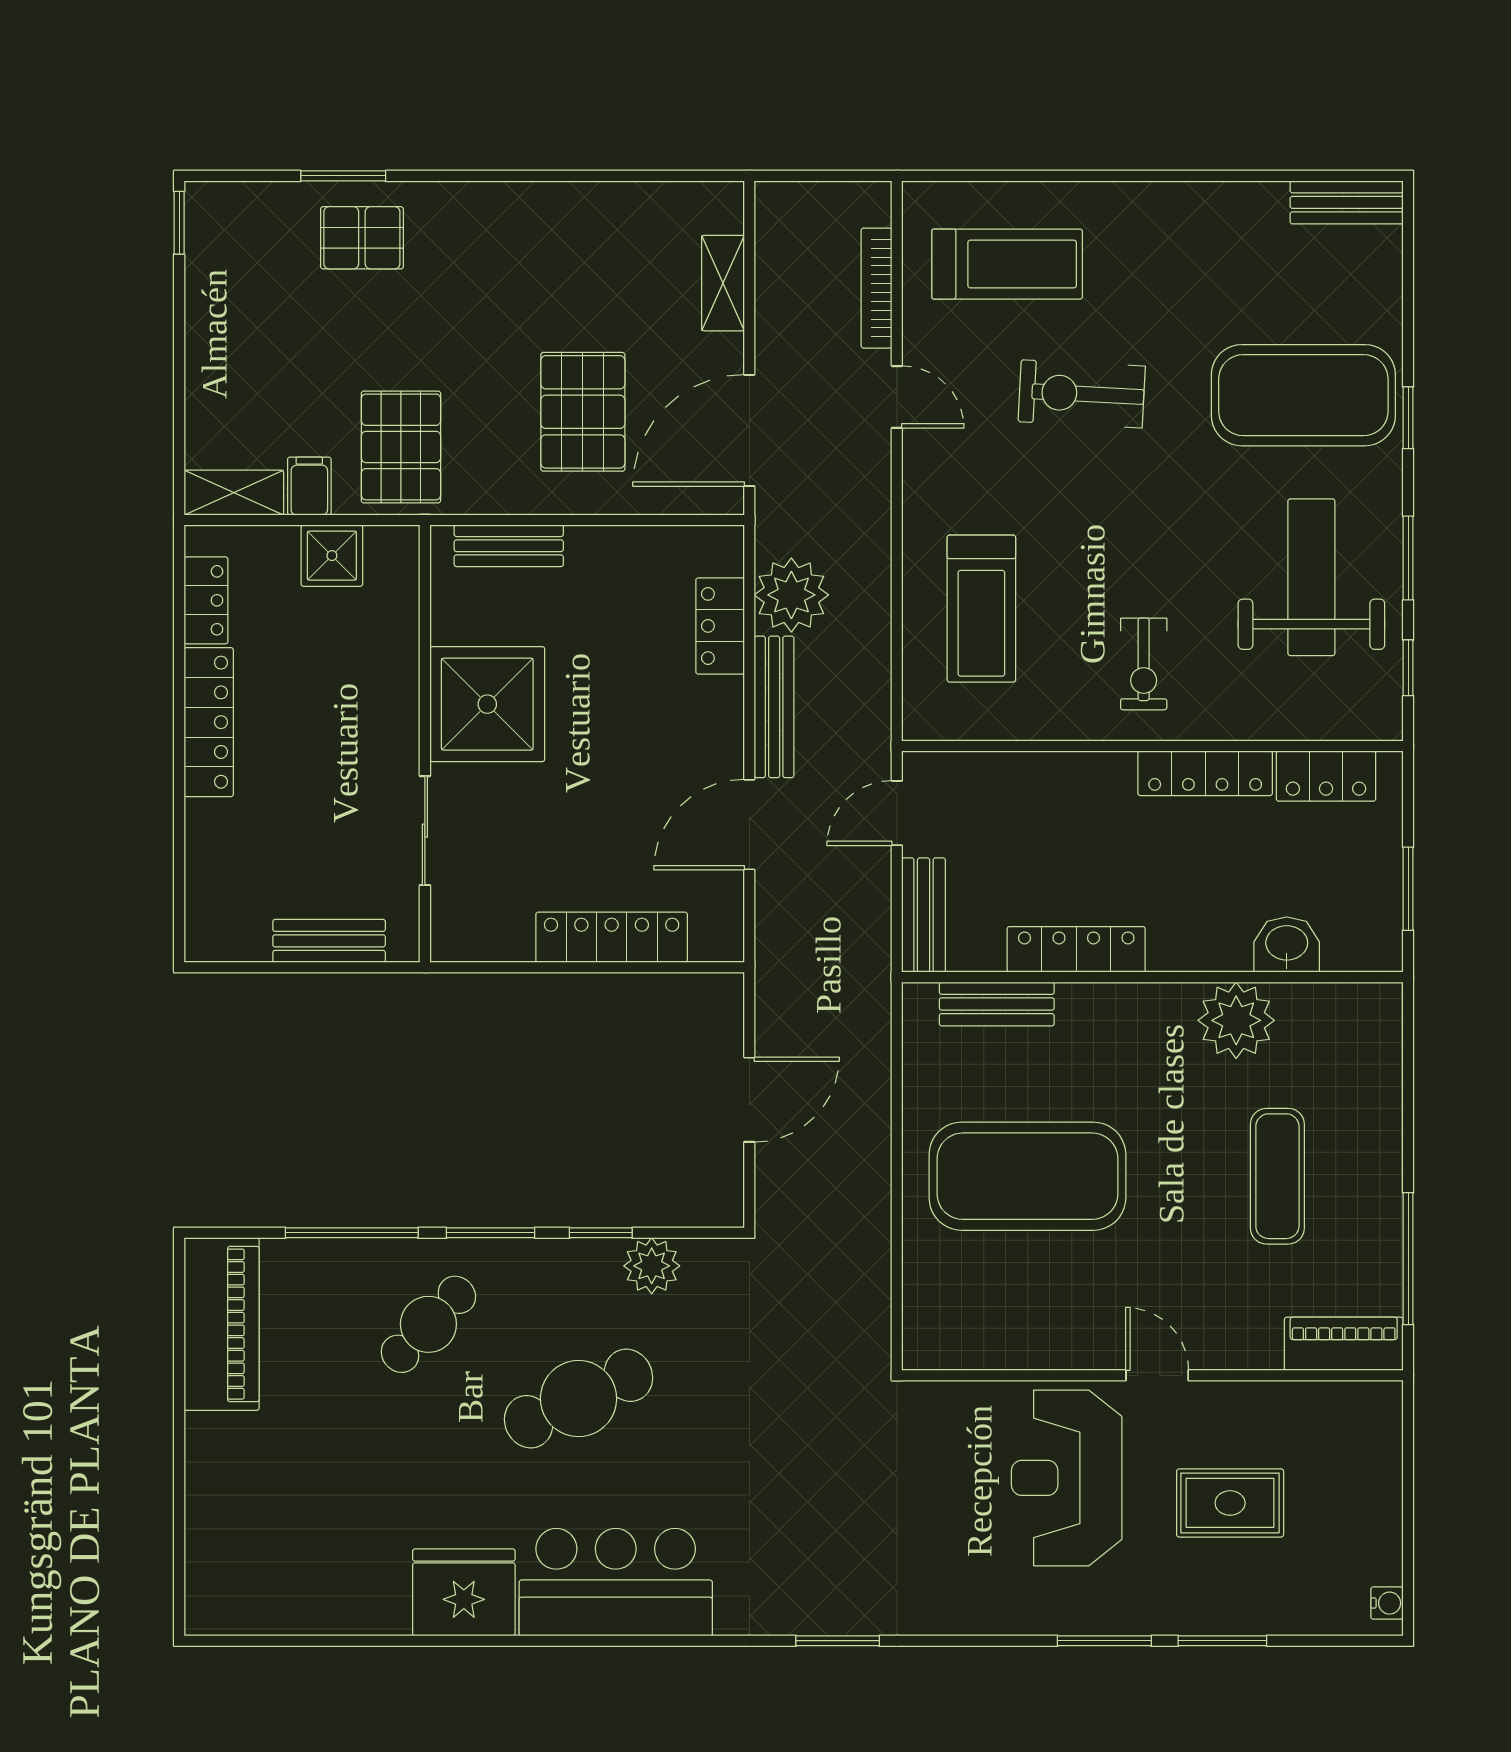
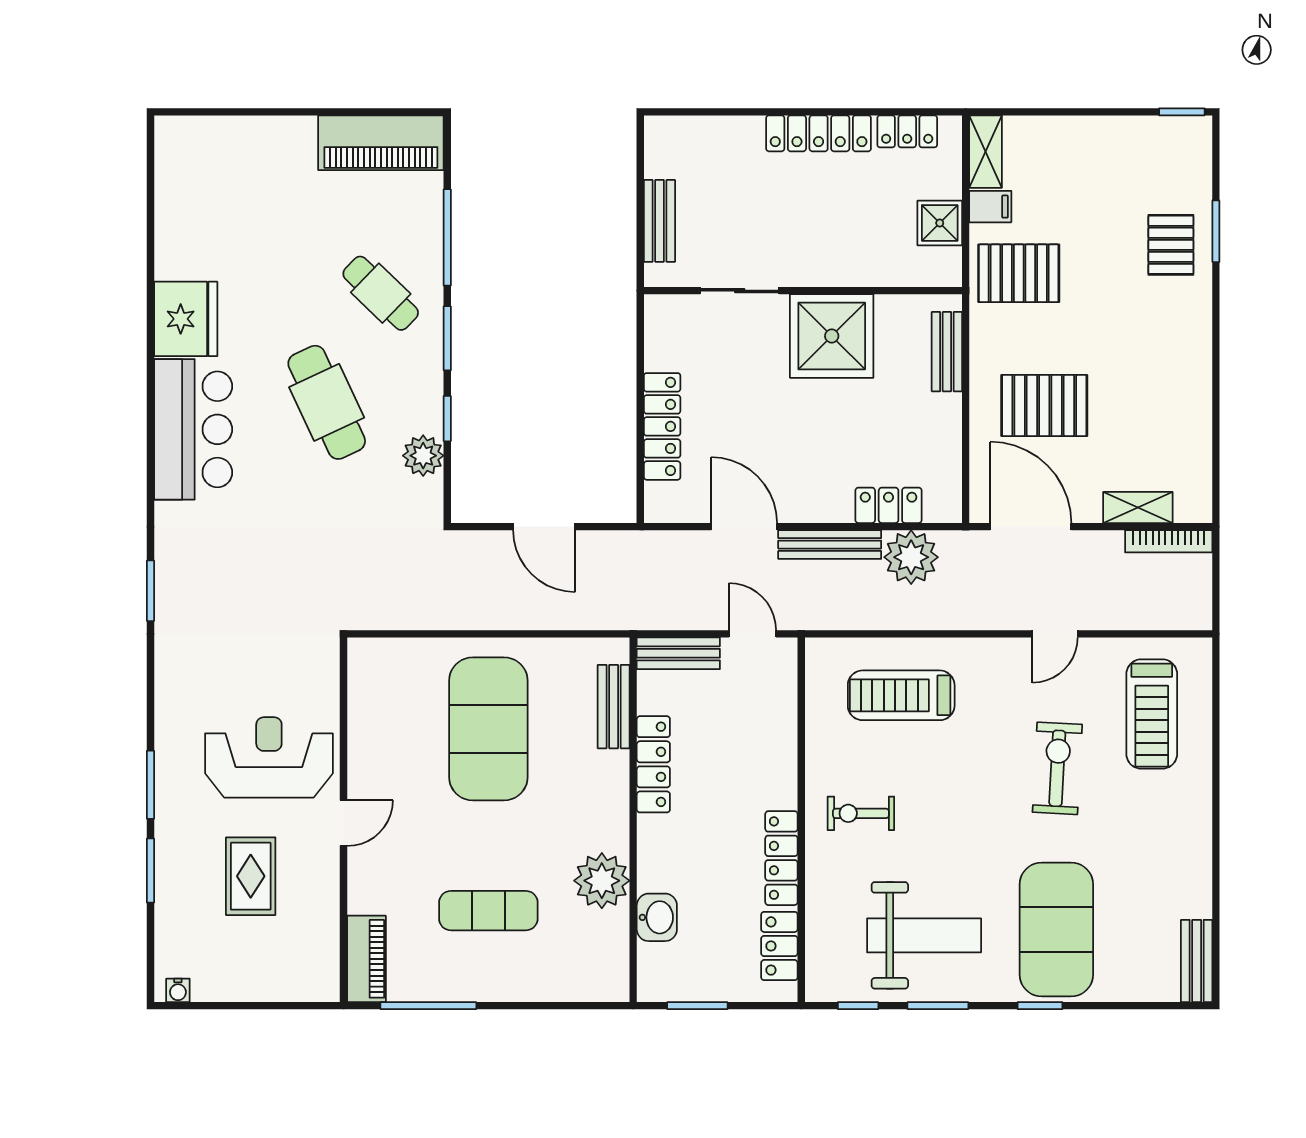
bookcase: (877, 288) -> (1169, 541), moved, turned 180

